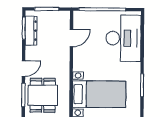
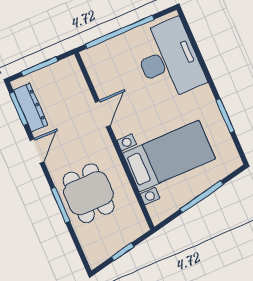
door: (71, 38) -> (103, 114), moved
door: (24, 69) -> (37, 151), moved

